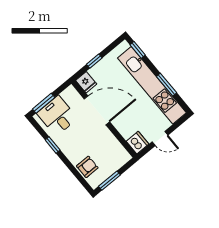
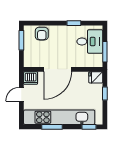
window: (44, 103) -> (105, 52), moved
door: (97, 110) -> (58, 69), moved

